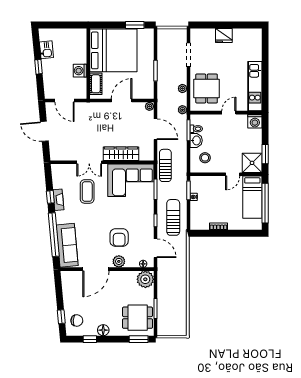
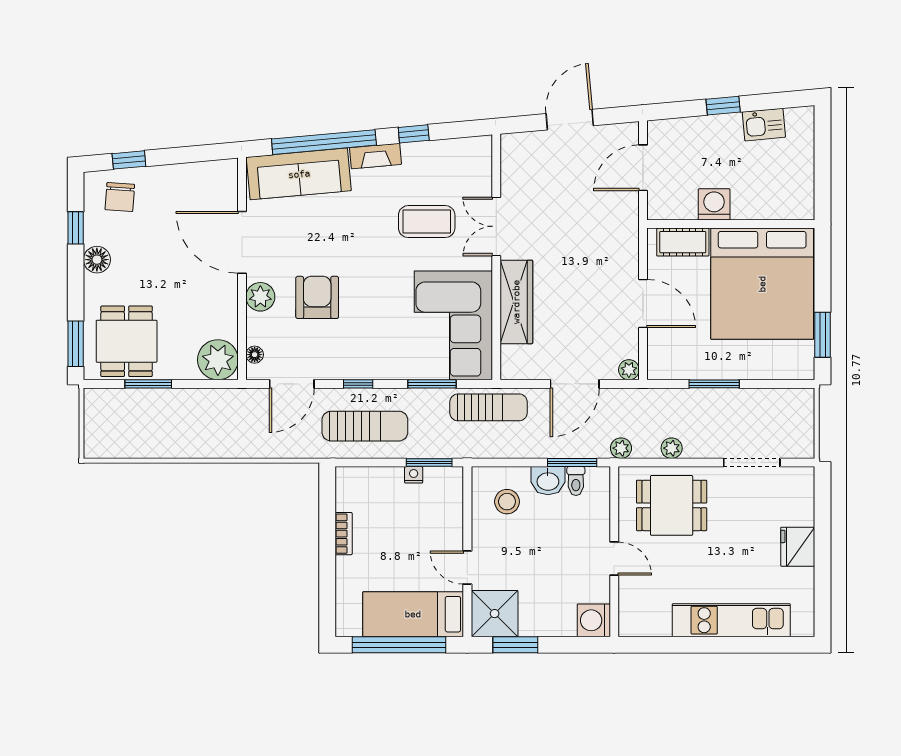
kitchen unit: (255, 86) -> (731, 620), moved
fireplace: (58, 200) -> (375, 156), moved
armchair: (119, 238) -> (317, 297), turned 90

